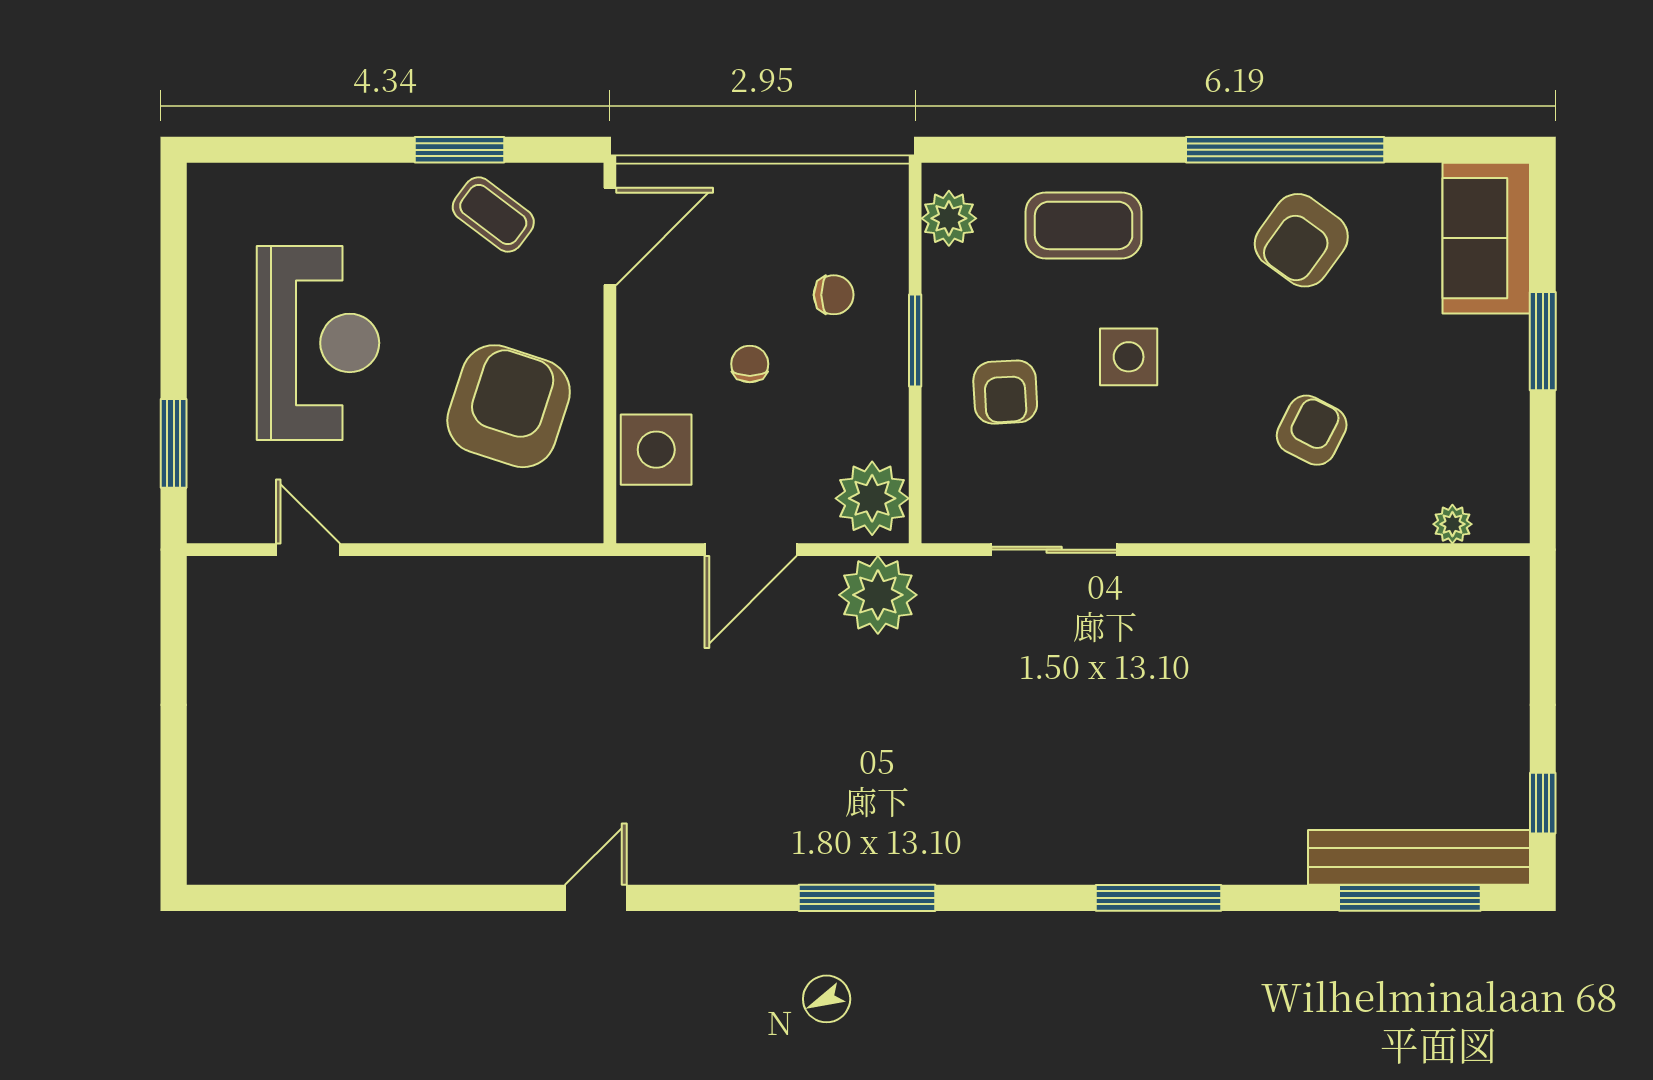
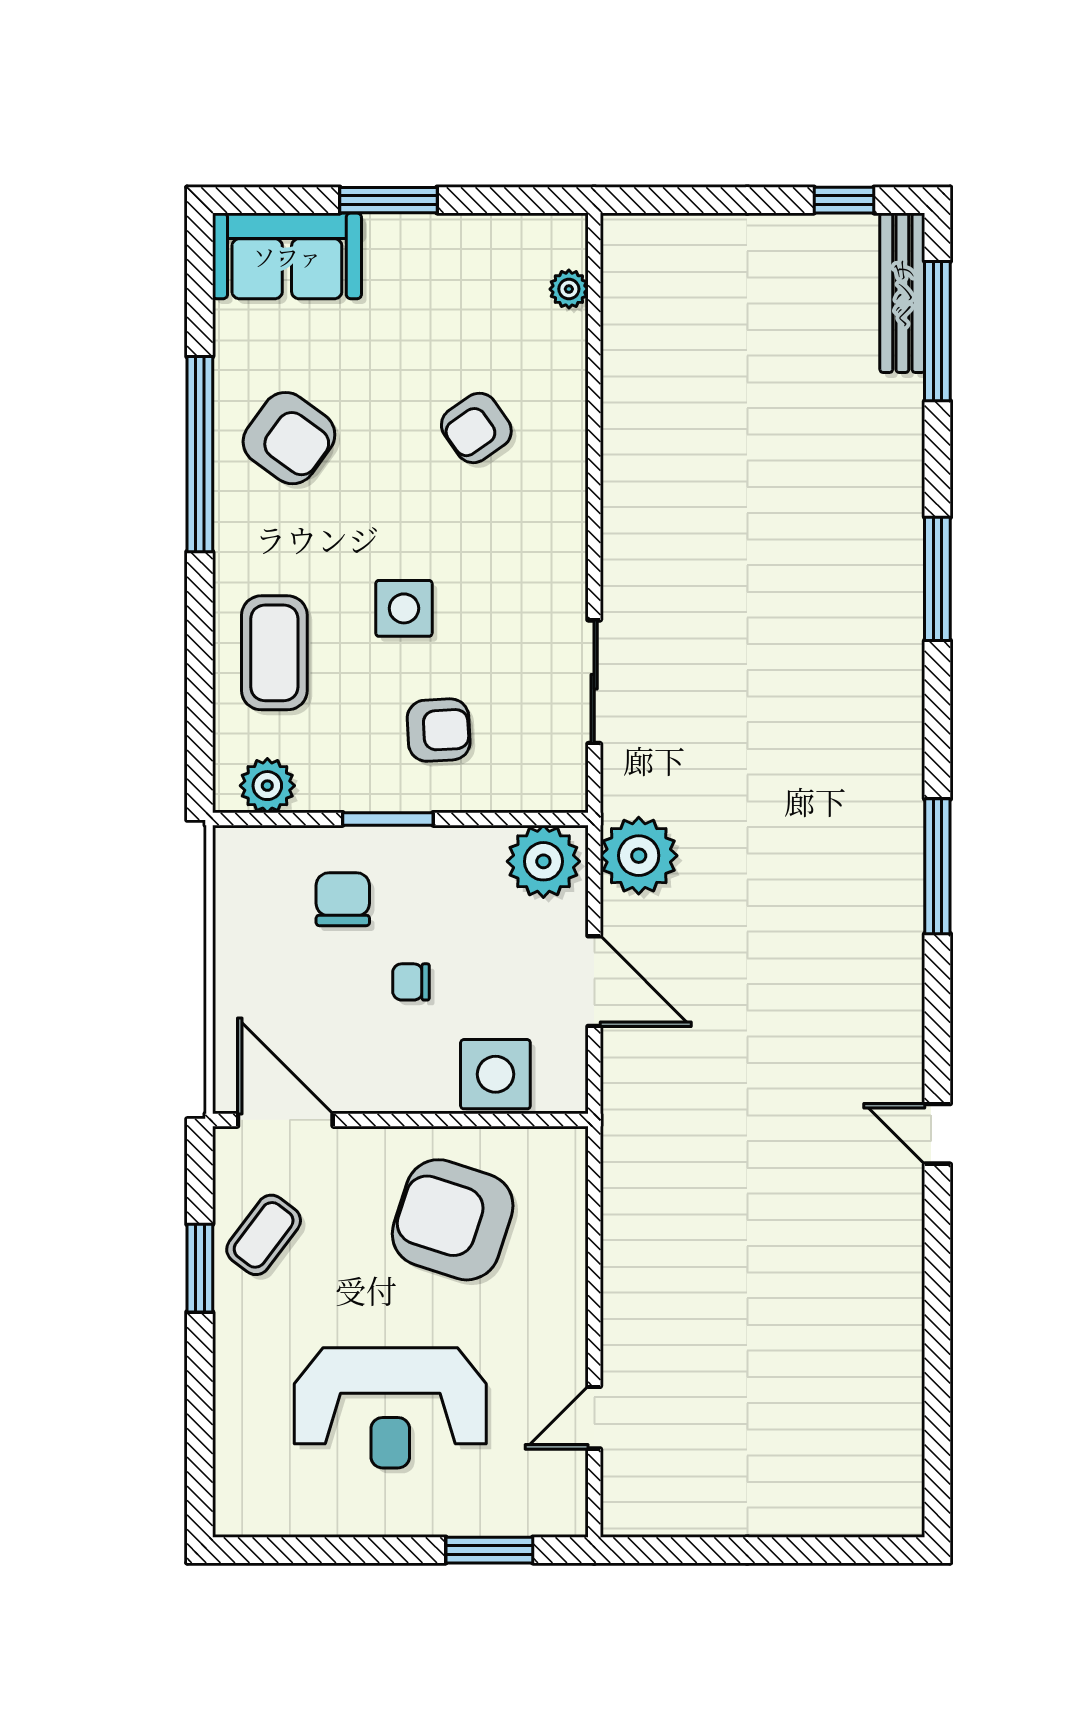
chair: (834, 295) -> (343, 899), width x1.37, depth x1.37
reception desk: (318, 343) -> (390, 1408), turned 180
armchair: (1312, 430) -> (476, 428), turned -62
bench: (1419, 857) -> (902, 293), width x0.73, depth x0.82

